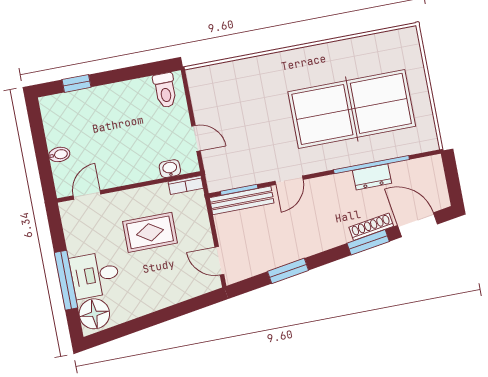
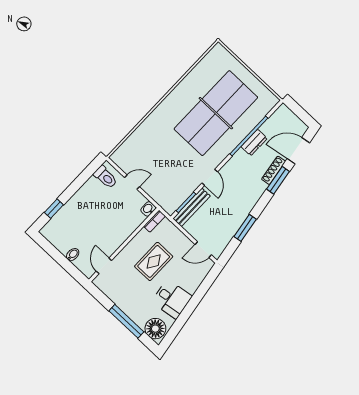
door: (196, 138) -> (132, 182), moved
washbasin: (170, 169) -> (148, 209), moved
desk: (95, 275) -> (172, 299), moved, turned -99

